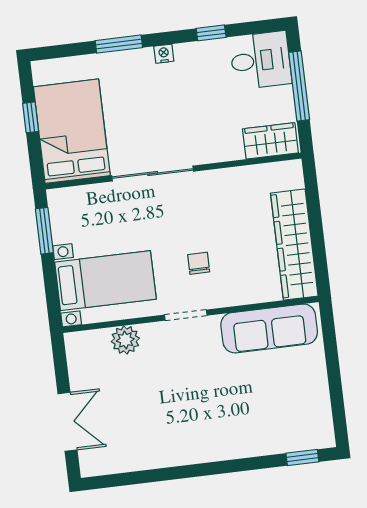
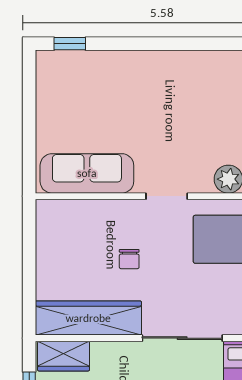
wardrobe: (294, 245) -> (88, 318), moved, turned -90
chair: (199, 263) -> (129, 259), moved

